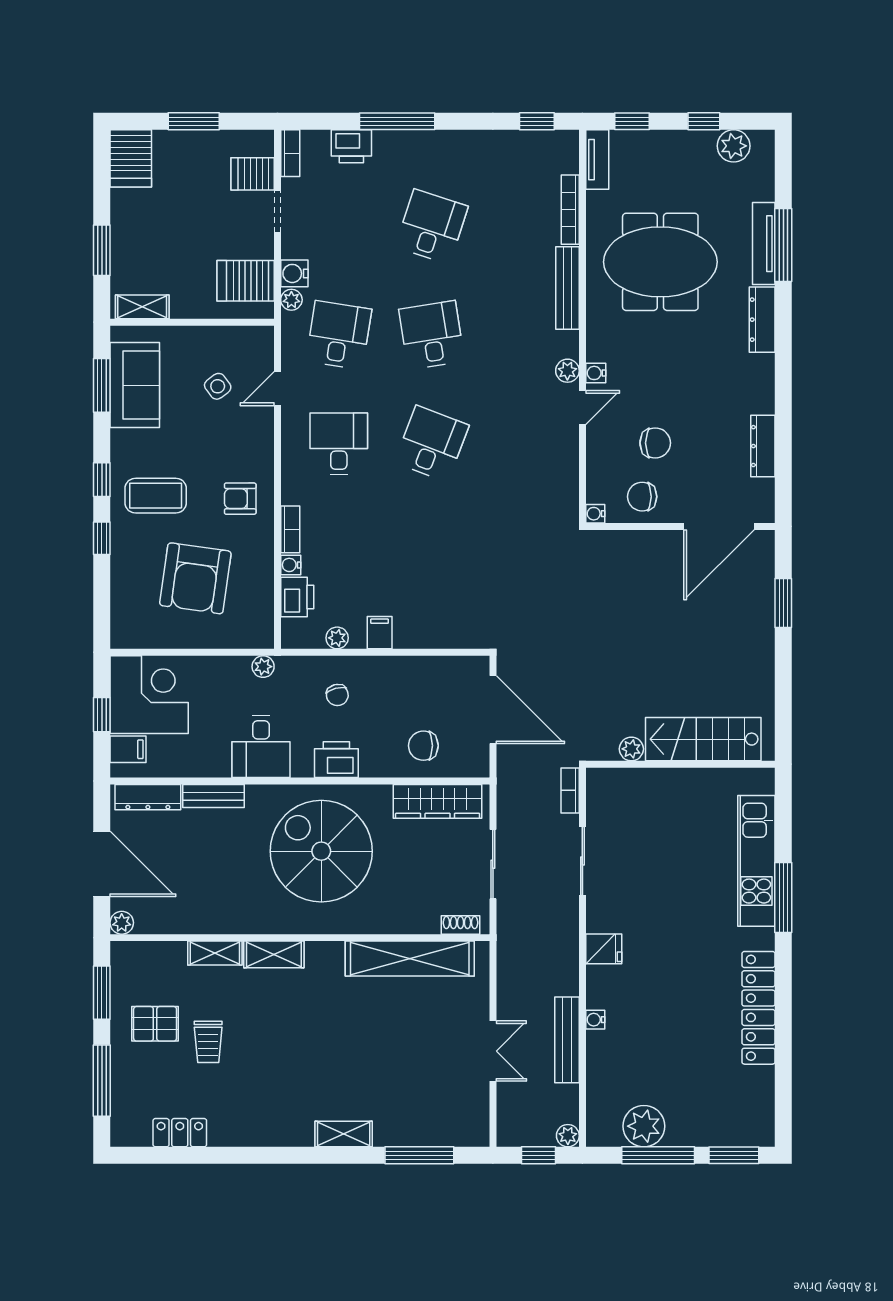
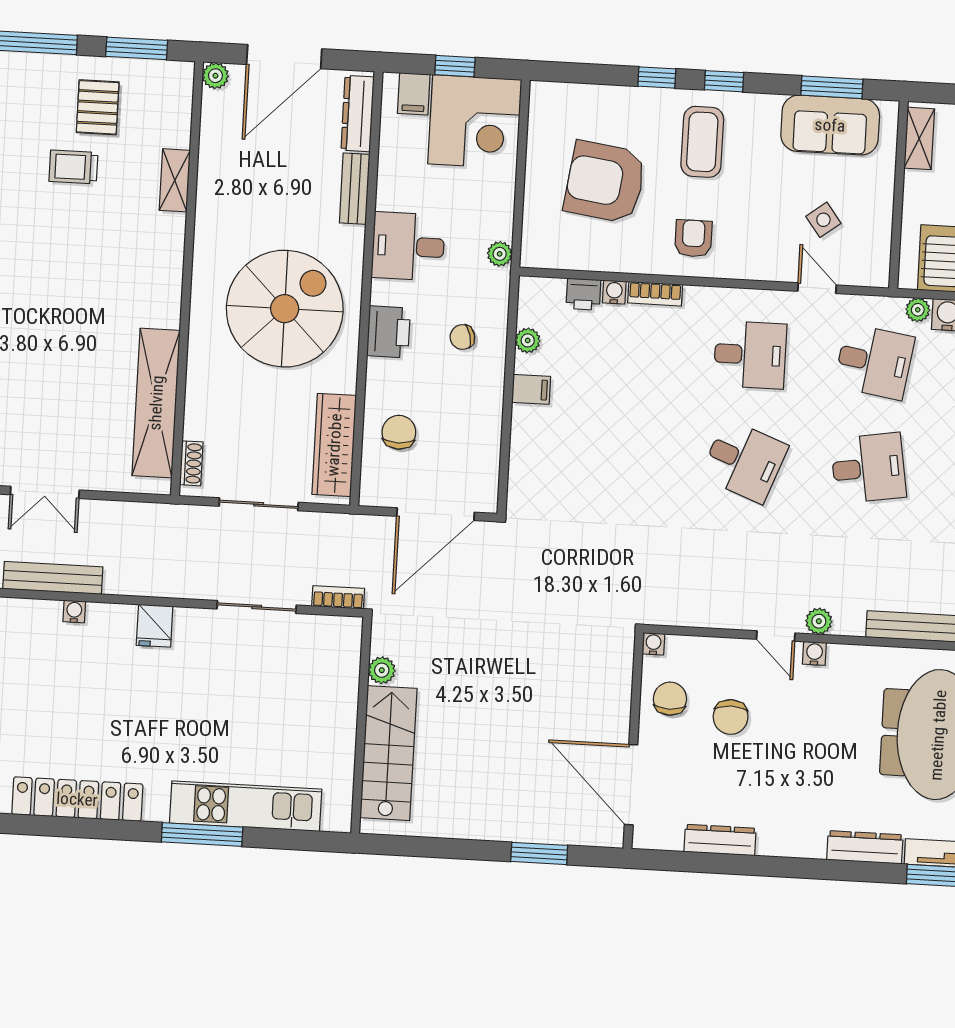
printer: (297, 597) -> (583, 294), width x0.73, depth x0.81
shelving: (274, 954) -> (169, 248), removed

